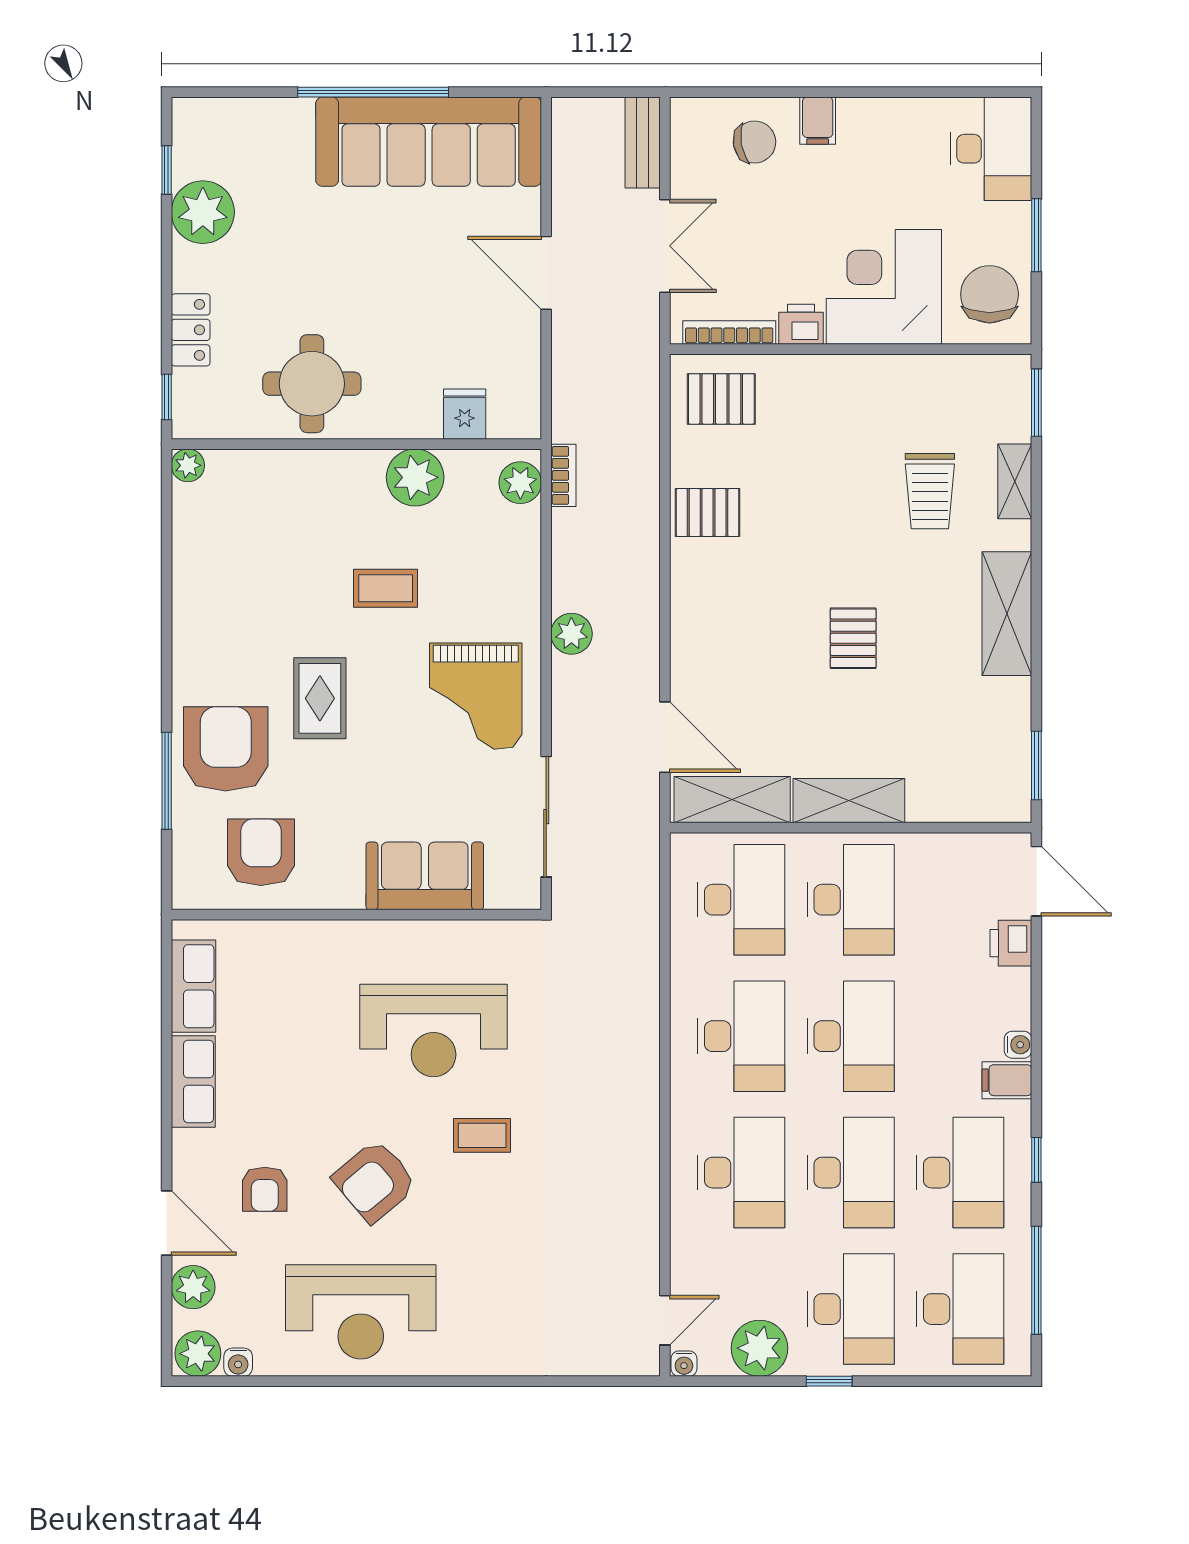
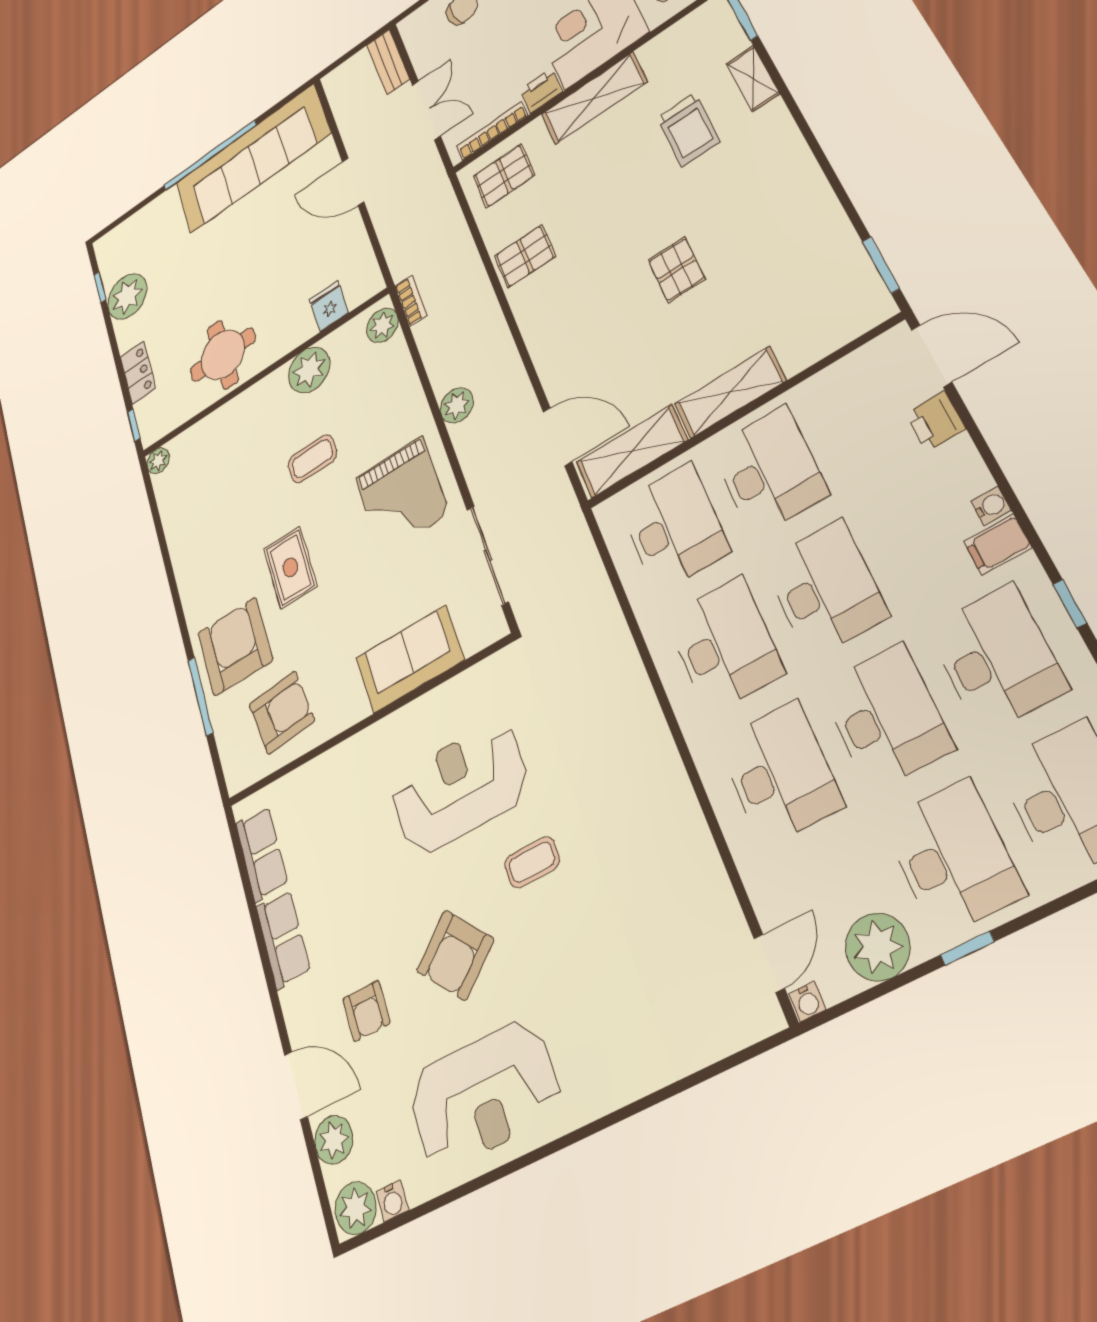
shelving: (1007, 614) -> (594, 98), moved, turned 90
armchair: (261, 852) -> (282, 713), turned 84
reception desk: (434, 1031) -> (459, 788), turned 180

